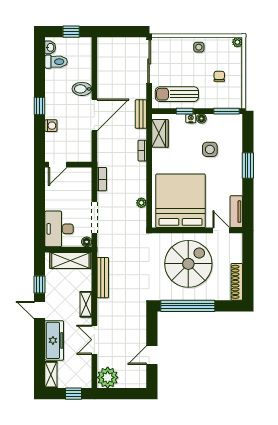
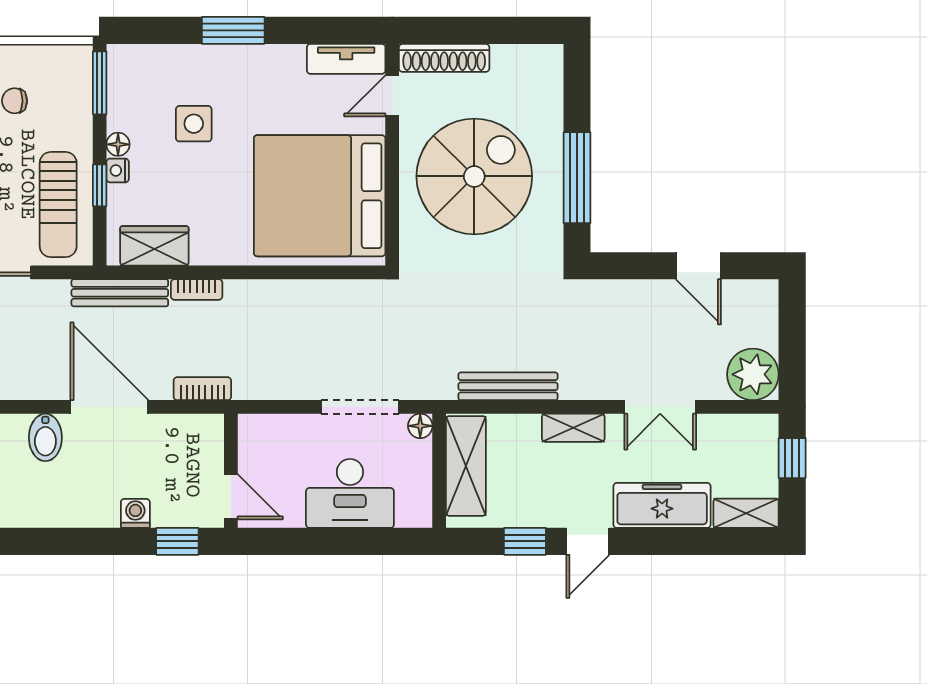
window: (39, 106) -> (177, 541), moved
bench: (141, 114) -> (120, 293), width x1.36
bookcase: (102, 179) -> (202, 389), moved
plant: (141, 203) -> (325, 292), removed
desk: (59, 229) -> (350, 493), moved
spiral stairs: (188, 264) -> (474, 176), turned 90
shoe rack: (237, 282) -> (444, 58), moved
window: (188, 306) -> (577, 178), width x0.68

